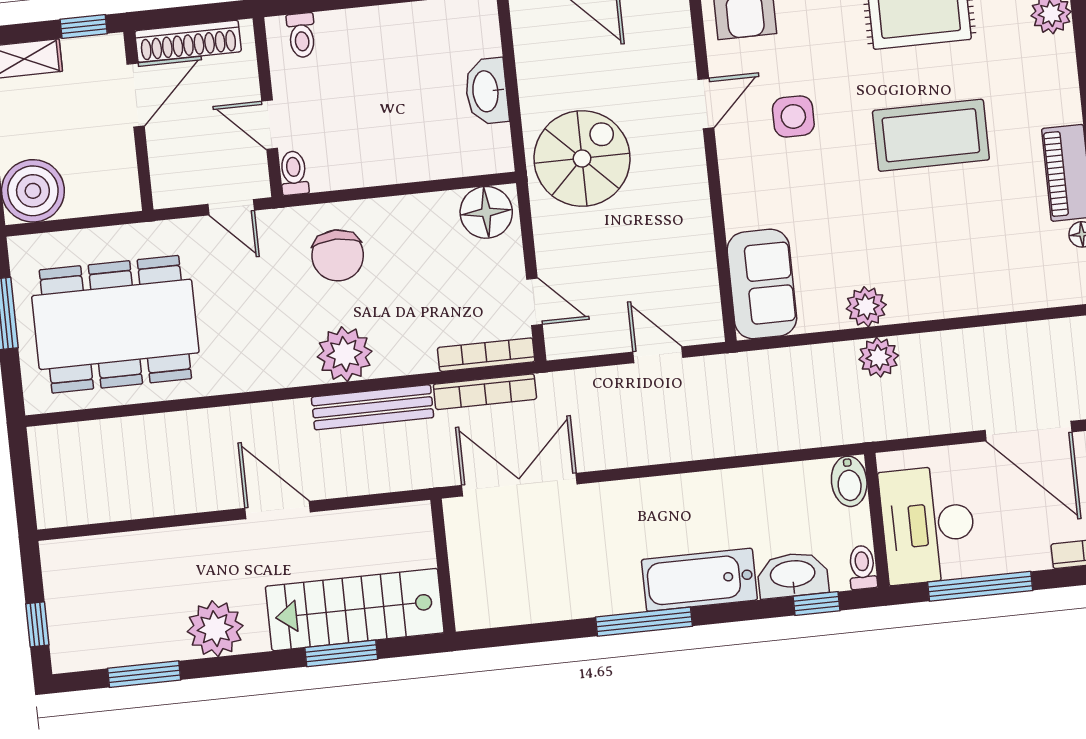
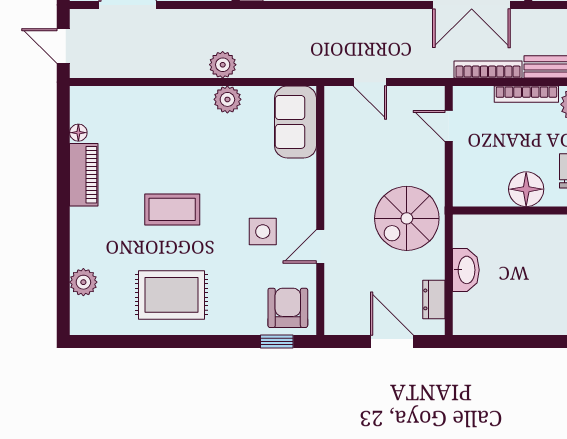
dresser: (529, 43) -> (434, 299), added
coffee table: (931, 135) -> (172, 209), width x0.73, depth x0.76
floor lamp: (486, 212) -> (526, 189), moved
bookcase: (486, 355) -> (526, 94), moved

